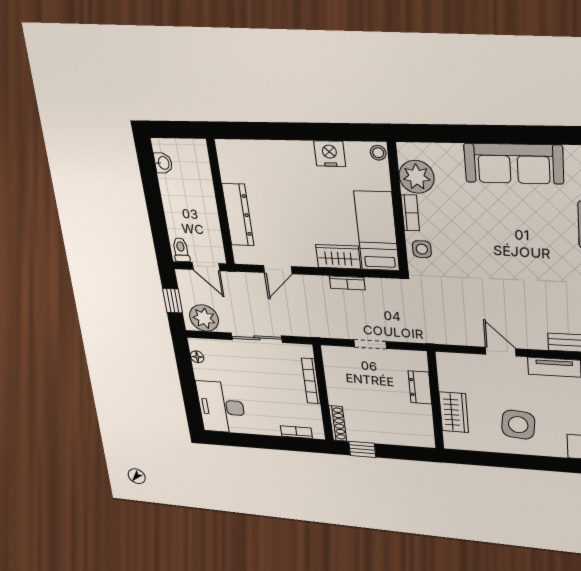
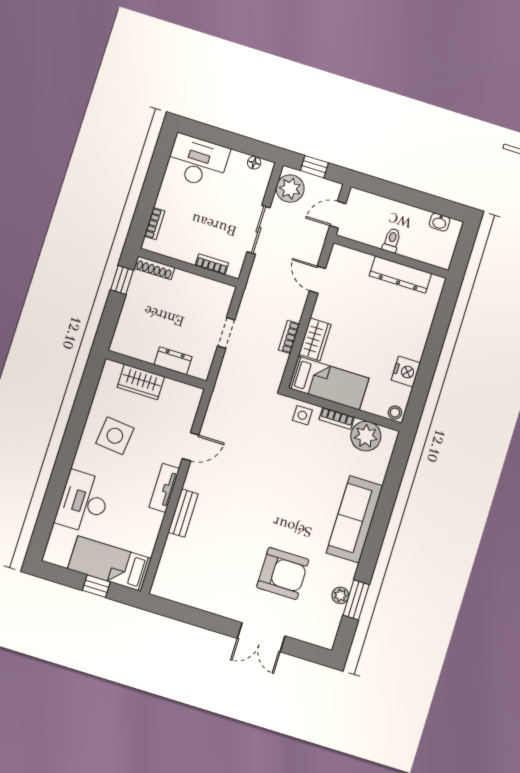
dresser: (238, 215) -> (400, 275), moved
toilet: (181, 250) -> (392, 240), moved, turned -90
bookcase: (311, 381) -> (212, 264), width x0.64

